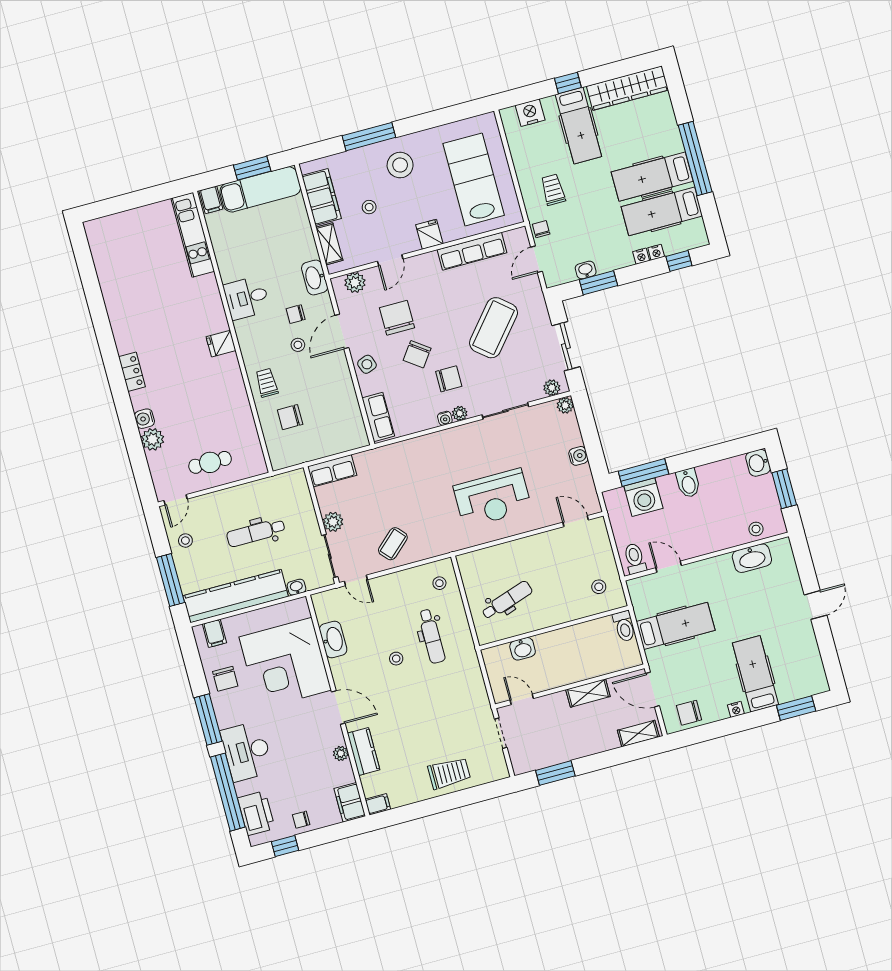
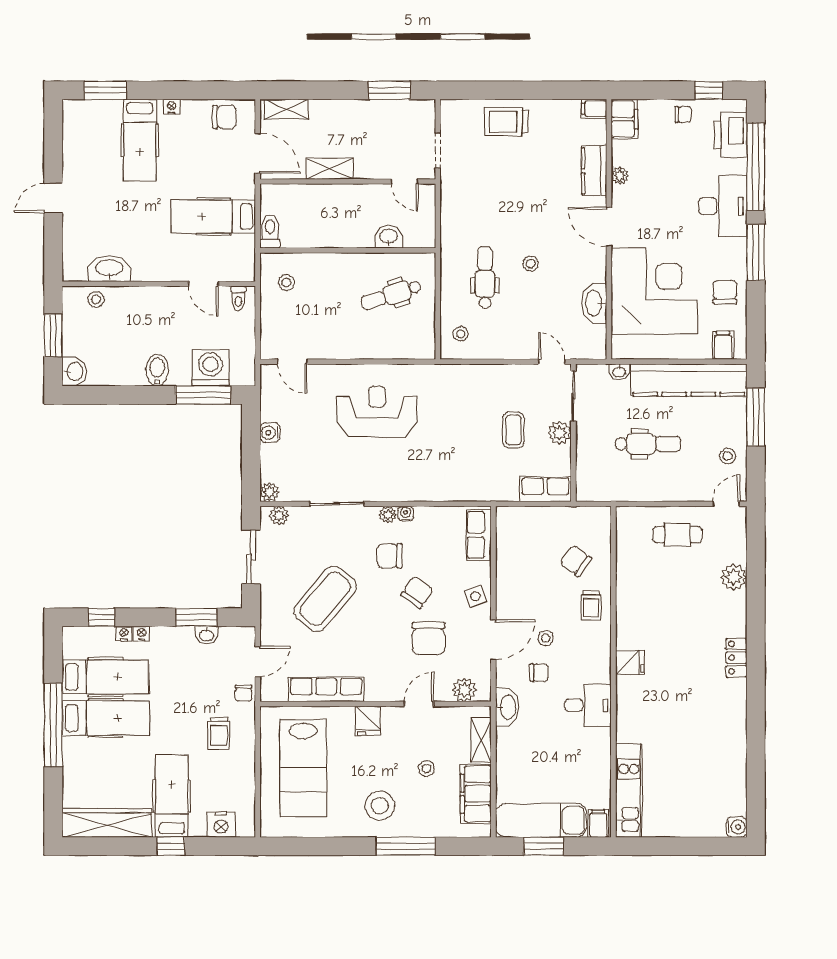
chair: (290, 417) -> (576, 561), turned -144
water cooler: (144, 419) -> (736, 827), moved
coffee table: (393, 544) -> (513, 430), moved, turned -48
toilet: (635, 559) -> (238, 298), width x0.73, depth x0.72

